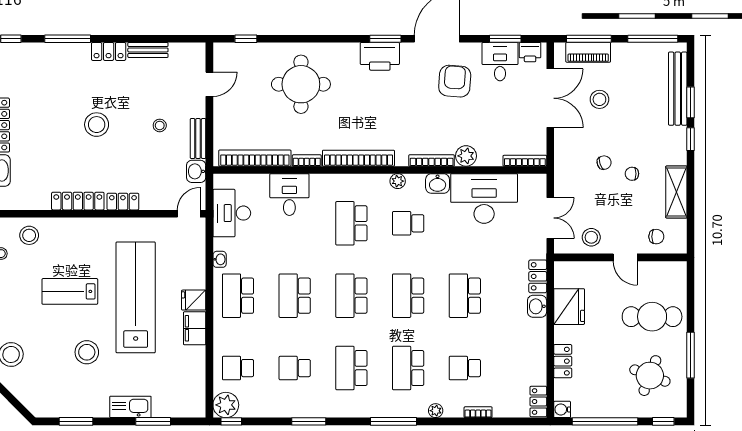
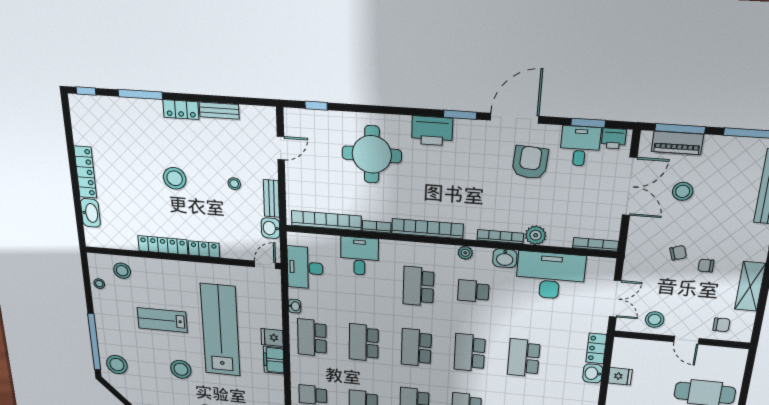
printer: (380, 56) -> (432, 131), moved
fridge: (569, 307) -> (620, 376), width x0.53, depth x0.75

